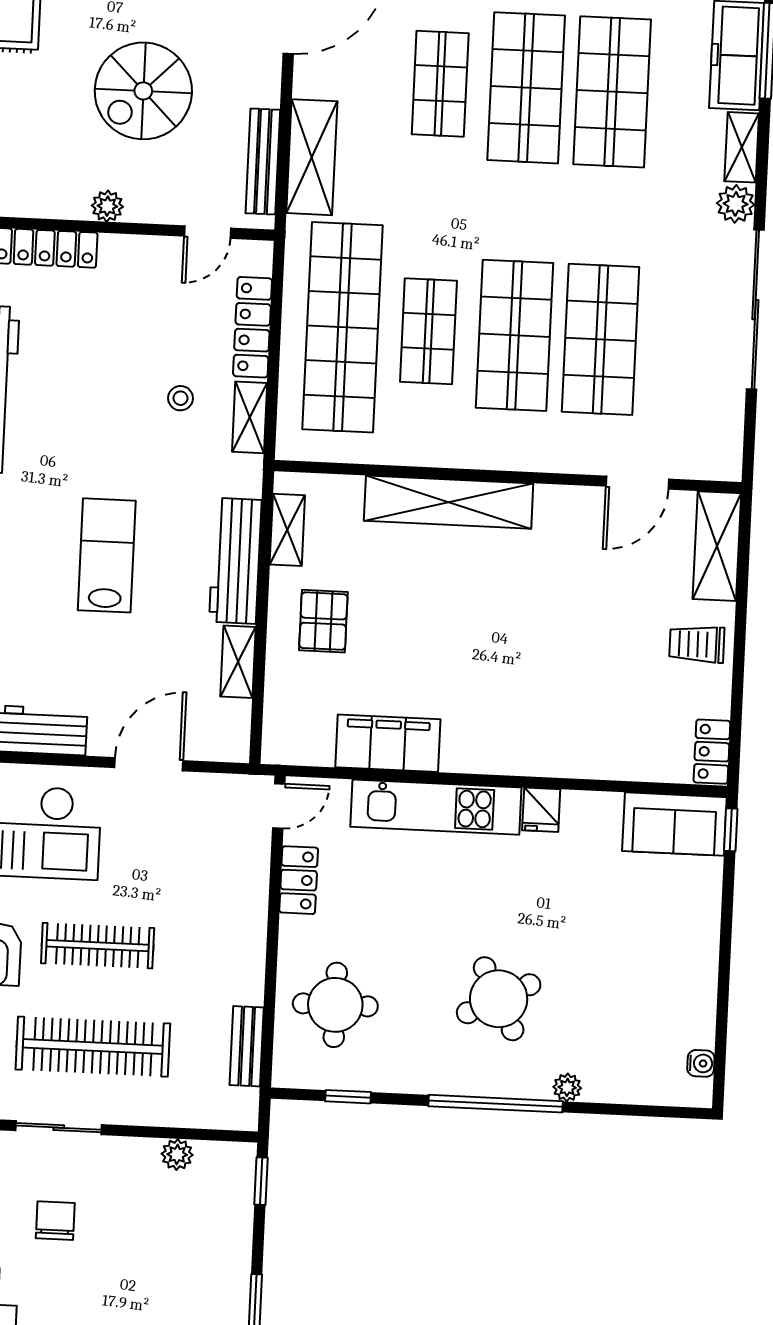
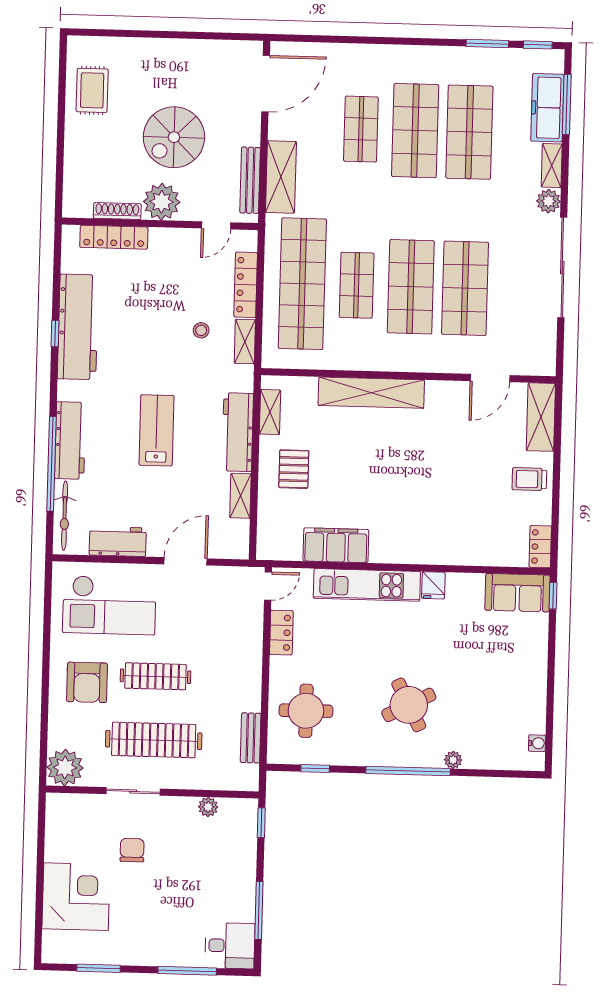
shoe rack: (51, 206) -> (117, 211), added
plant: (107, 206) -> (162, 202), width x1.88, depth x1.88

